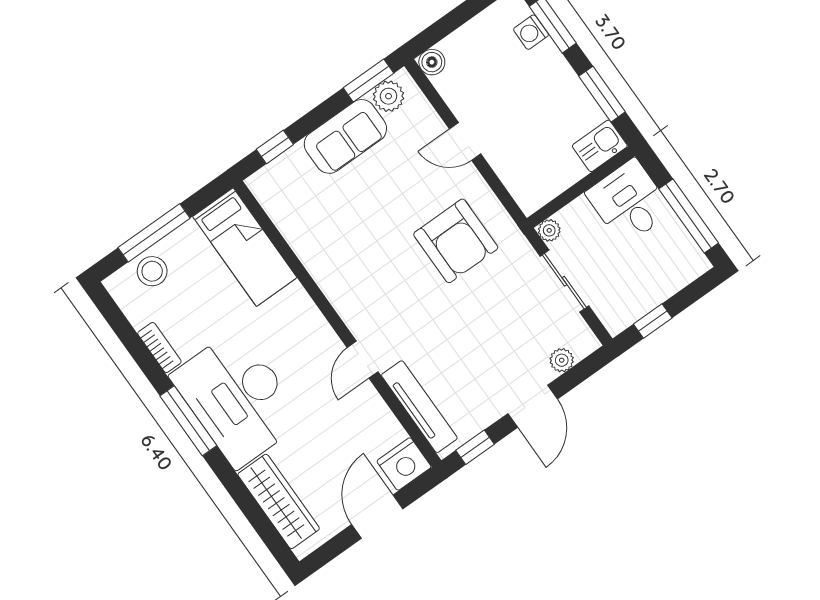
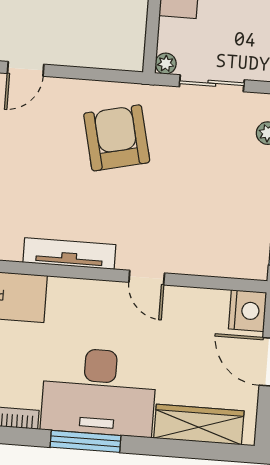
door: (465, 141) -> (26, 69), moved
armchair: (456, 241) -> (117, 138), turned -103
tv unit: (419, 407) -> (69, 254), moved

